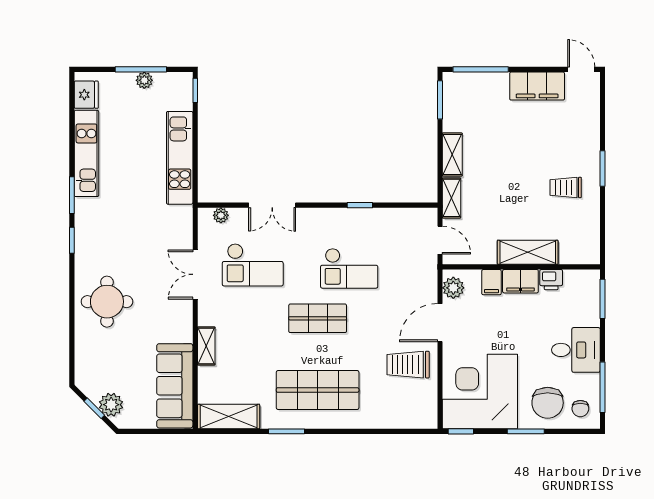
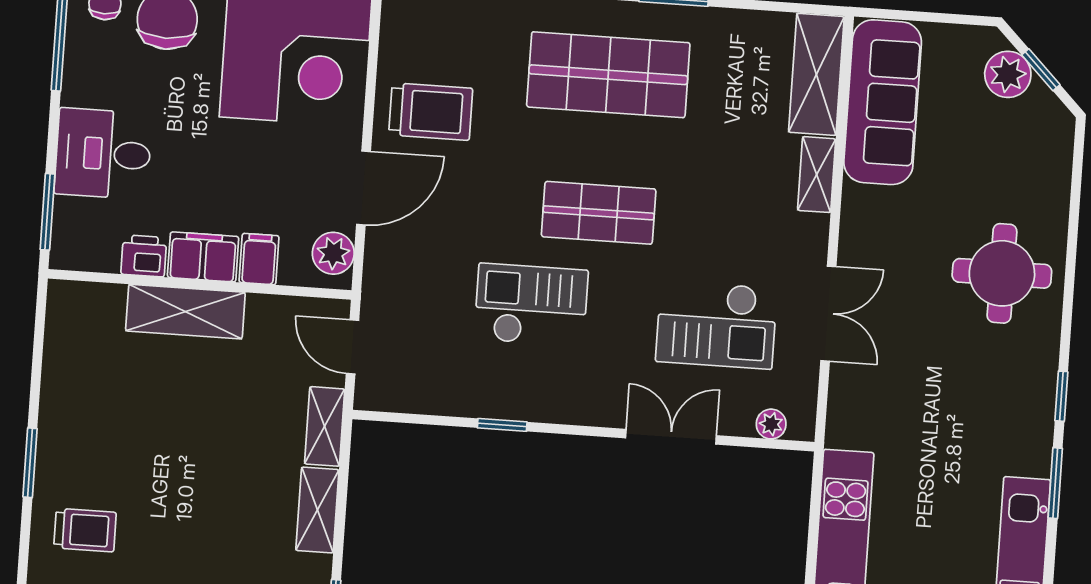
trolley: (566, 187) -> (85, 530), moved
checkout: (253, 265) -> (716, 325), turned 180
desk: (576, 350) -> (103, 154), moved
shelving: (229, 417) -> (816, 74), moved, turned 90

